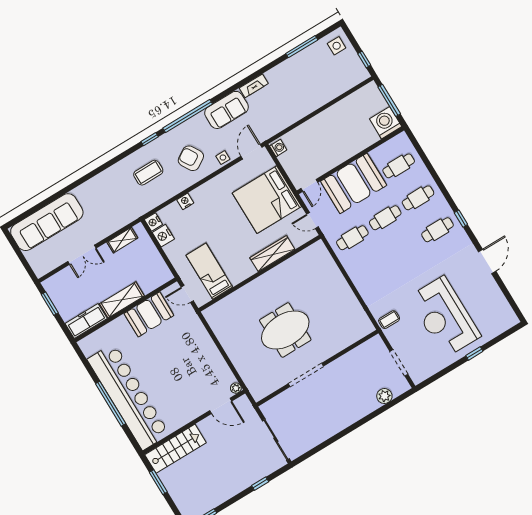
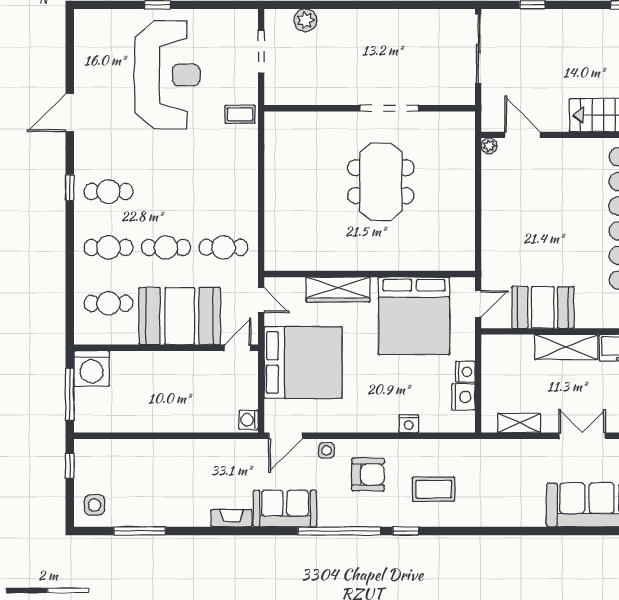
armchair: (191, 158) -> (368, 474), turned -59
nightstand: (153, 222) -> (465, 372), moved
bed: (209, 271) -> (414, 316), width x2.04
door: (187, 294) -> (478, 304), hinge flipped
meeting table: (285, 330) -> (381, 182), turned 90

